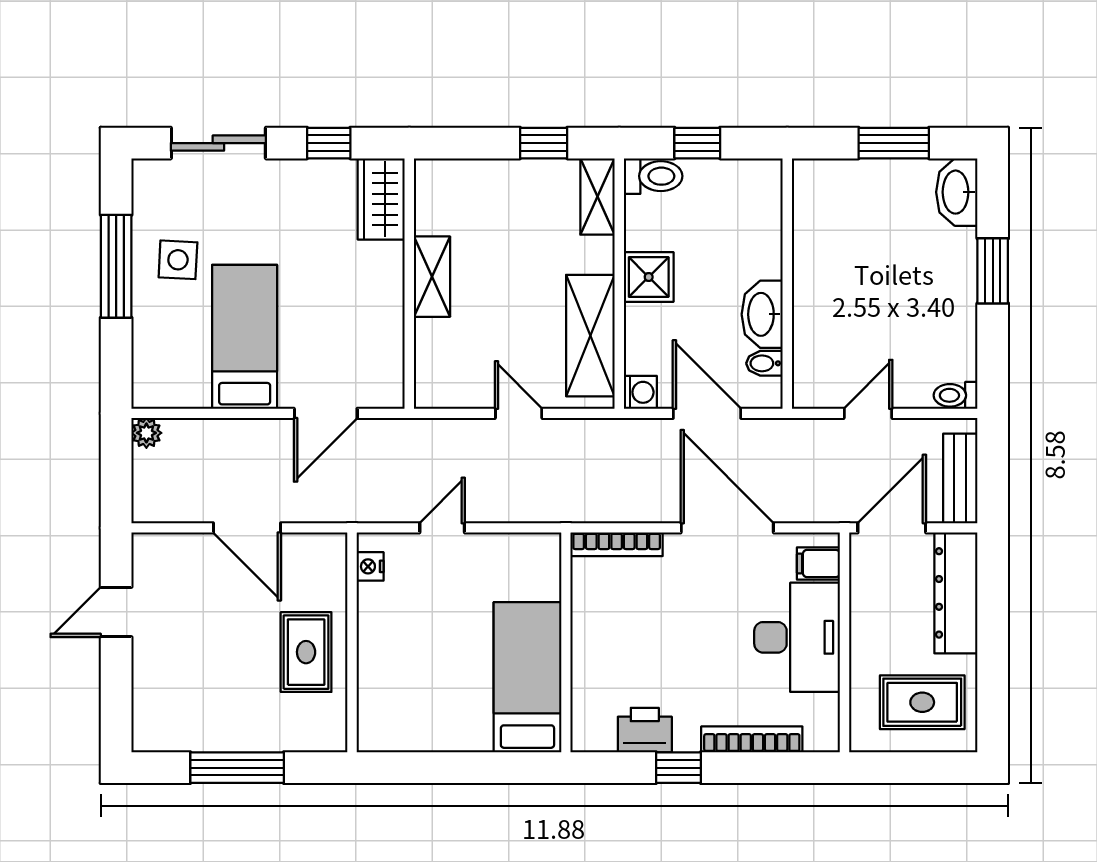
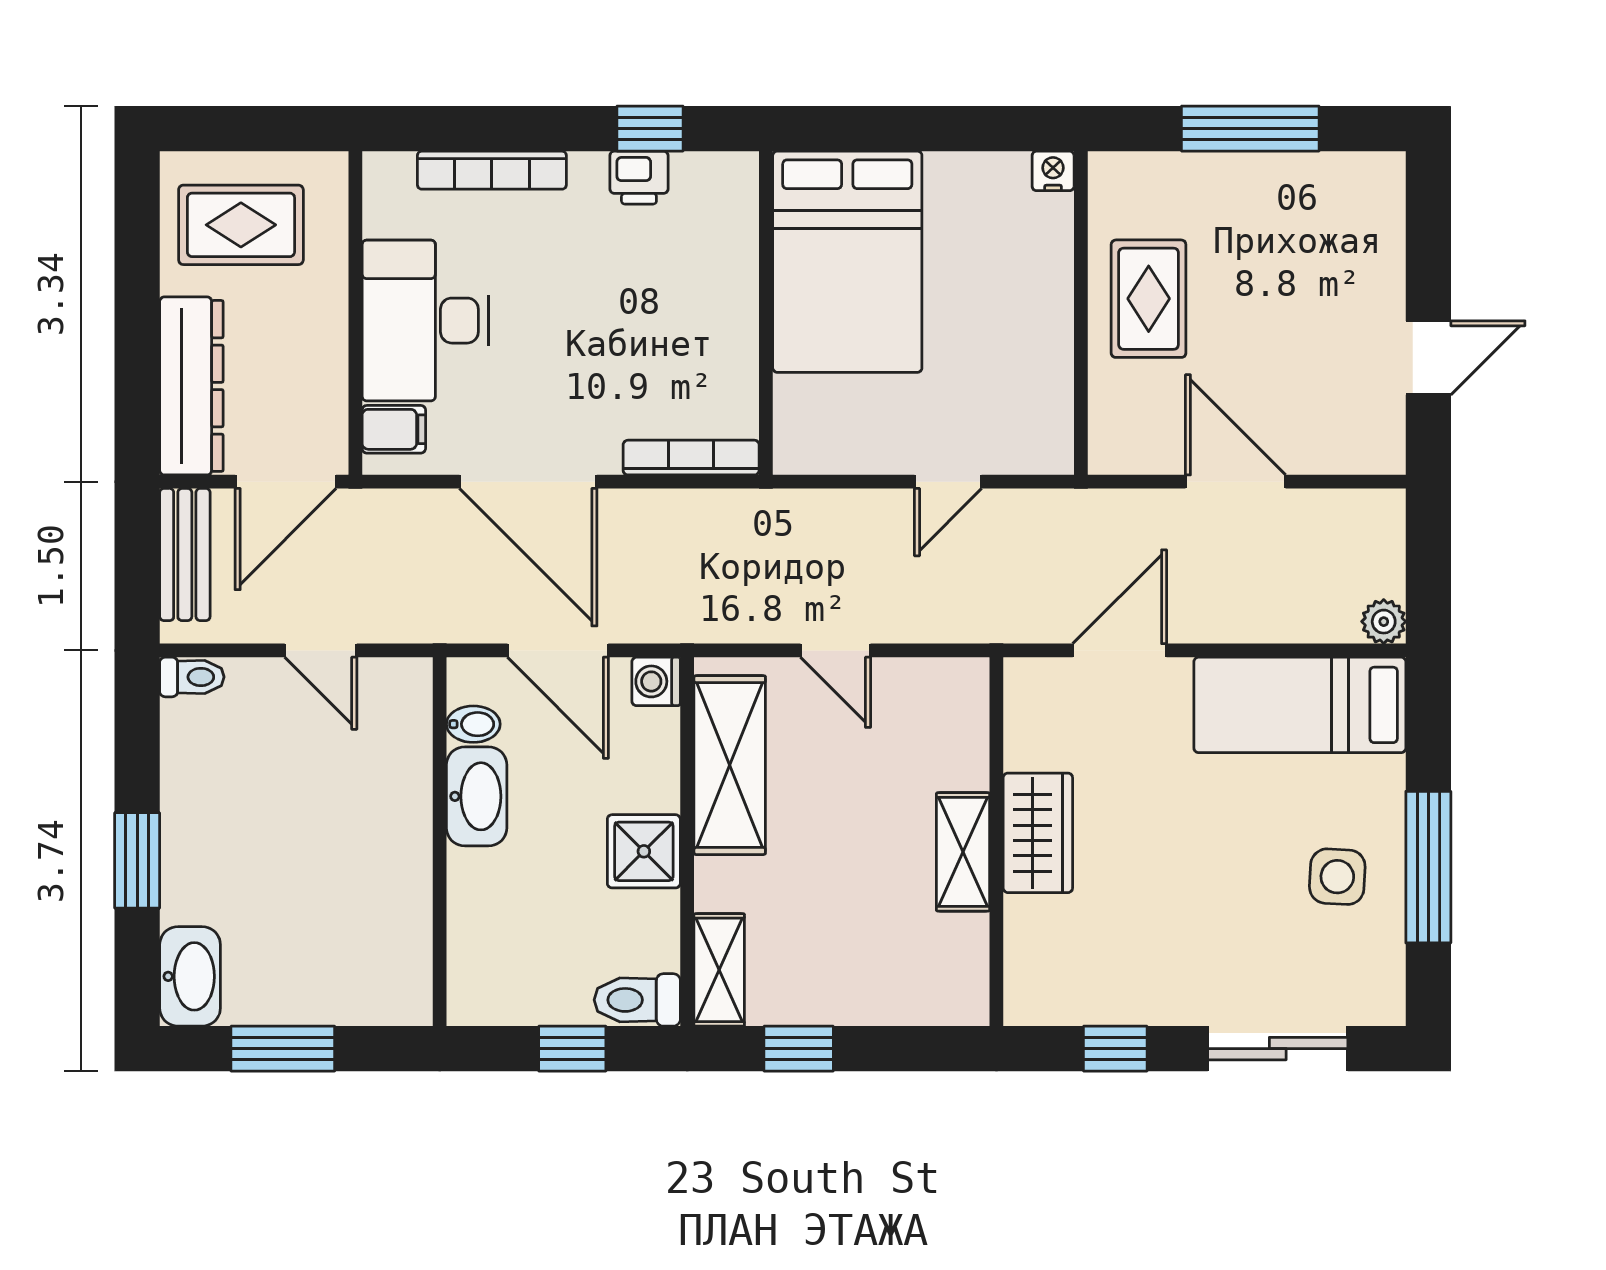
wardrobe: (381, 199) -> (1038, 833), moved
bed: (245, 337) -> (1300, 705), moved, turned 90
door: (868, 413) -> (321, 650), hinge flipped
nightstand: (370, 566) -> (1053, 171), moved, turned -90
bed: (527, 677) -> (847, 262), width x1.50
printer: (645, 730) -> (639, 178), width x0.73, depth x0.81
window: (678, 768) -> (650, 129), moved

